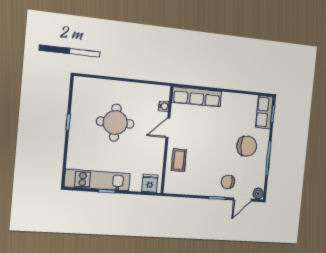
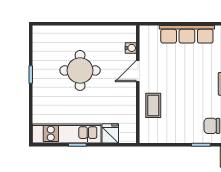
row of seats: (197, 97) -> (187, 34), moved
fridge: (150, 183) -> (110, 133), moved

